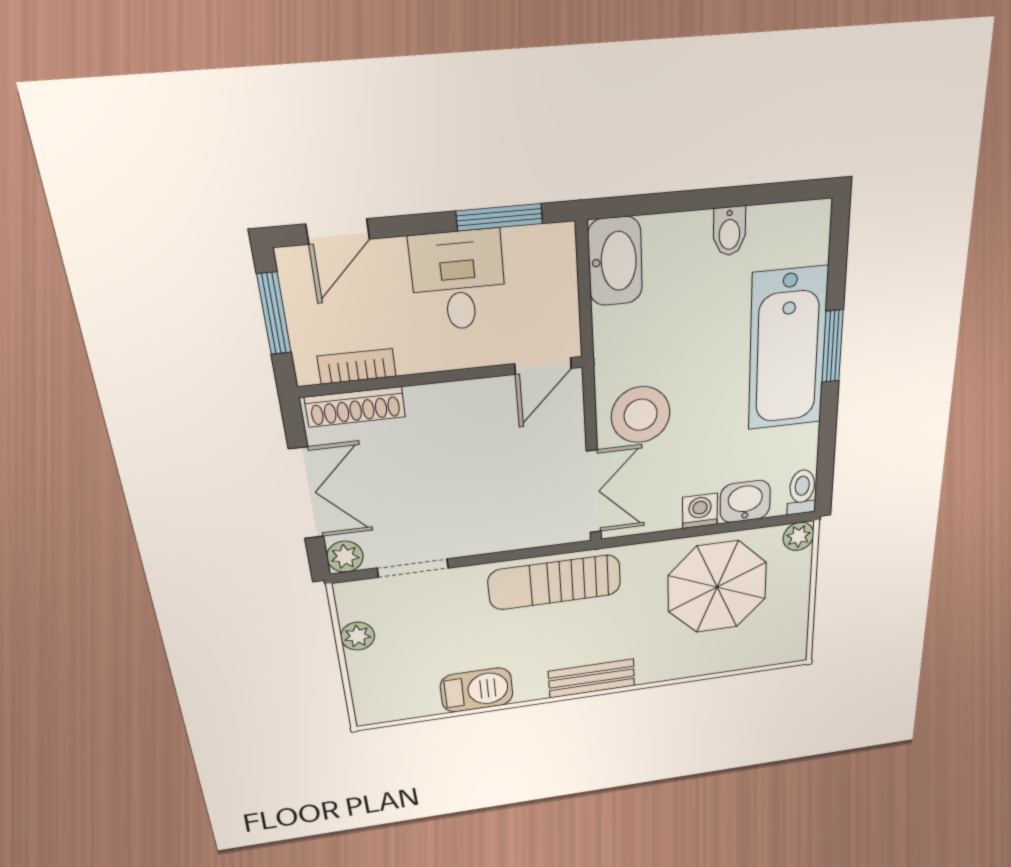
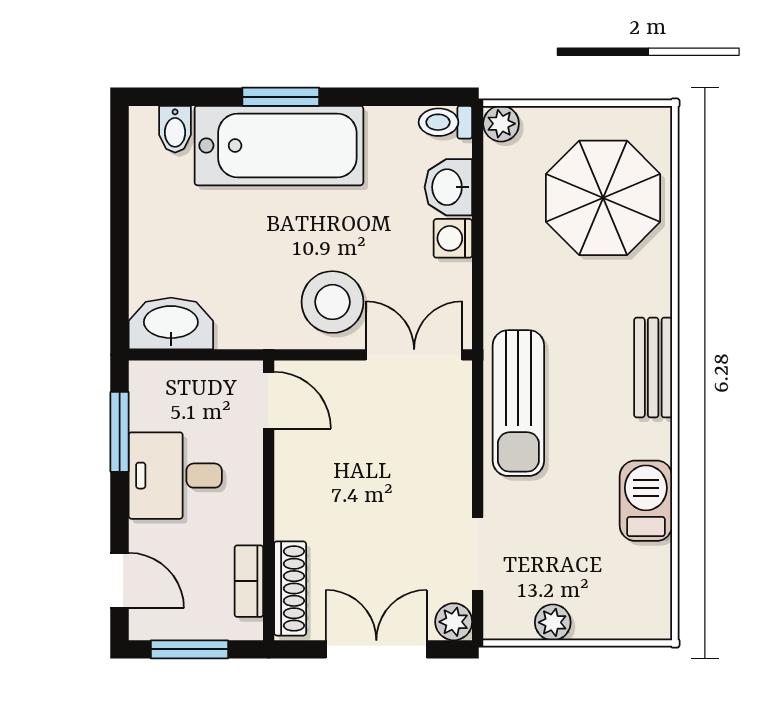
bidet: (729, 231) -> (175, 129), moved, turned 90
parasol: (717, 587) -> (603, 198), moved

